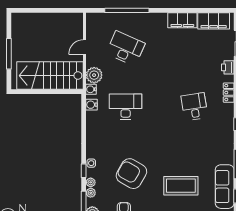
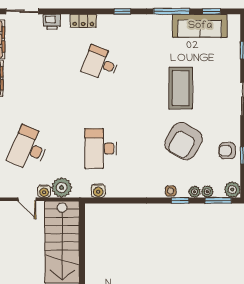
water cooler: (91, 89) -> (44, 191), moved
desk: (194, 107) -> (101, 63), turned 30
coffee table: (181, 186) -> (181, 88), moved

